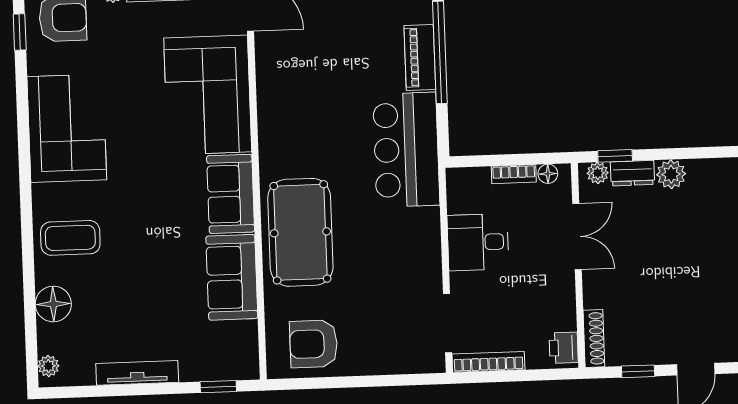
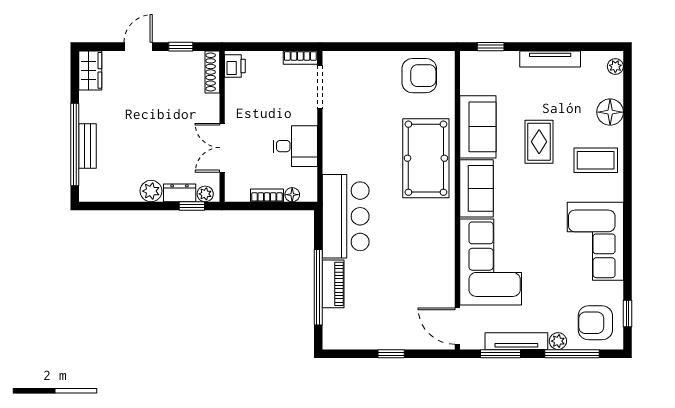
floor lamp: (548, 174) -> (292, 195), moved
rug: (148, 260) -> (539, 142), added
bookcase: (488, 362) -> (300, 58), width x0.64

